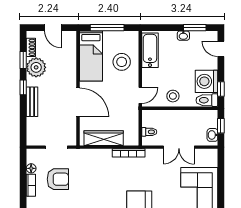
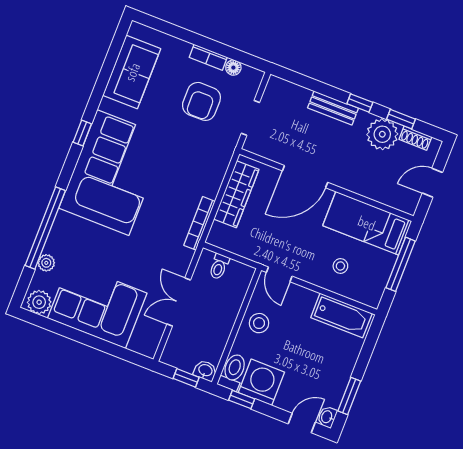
washbasin: (183, 36) -> (327, 417), moved
stool: (122, 62) -> (340, 266), width x0.53, depth x0.53
washbasin: (212, 135) -> (205, 371), moved

